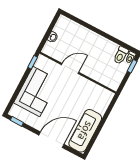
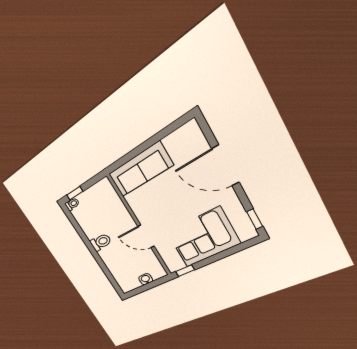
toilet: (121, 55) -> (101, 242), moved
sofa: (85, 131) -> (140, 170), moved

